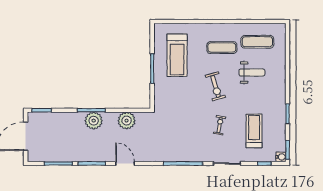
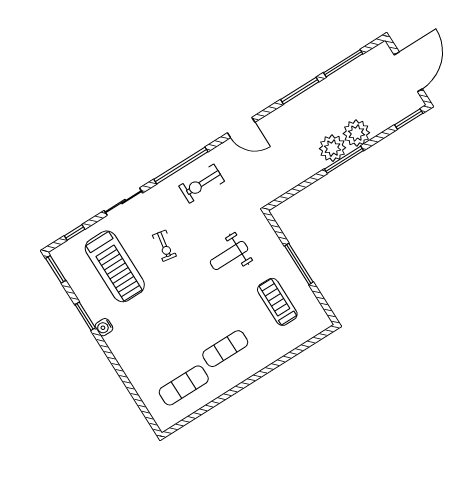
treadmill: (177, 55) -> (277, 302), width x0.73, depth x0.73
weight bench: (252, 73) -> (229, 256), moved
exercise bike: (215, 86) -> (202, 184), moved, turned -74
plant: (127, 121) -> (356, 133), moved
treadmill: (254, 131) -> (115, 266), width x1.37, depth x1.38
water cooler: (281, 157) -> (104, 327), moved
door: (125, 163) -> (241, 128), moved

